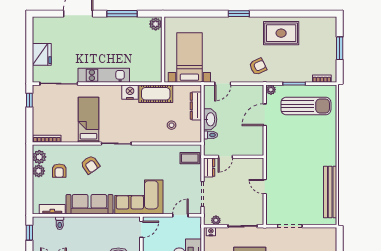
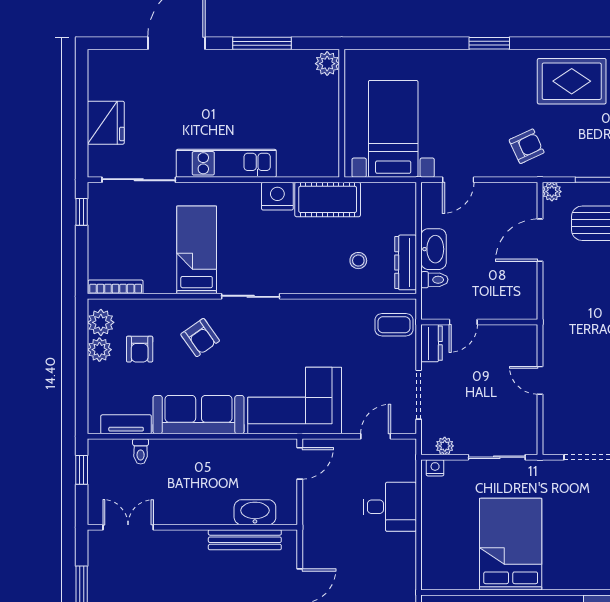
dresser: (196, 106) -> (406, 262), moved

